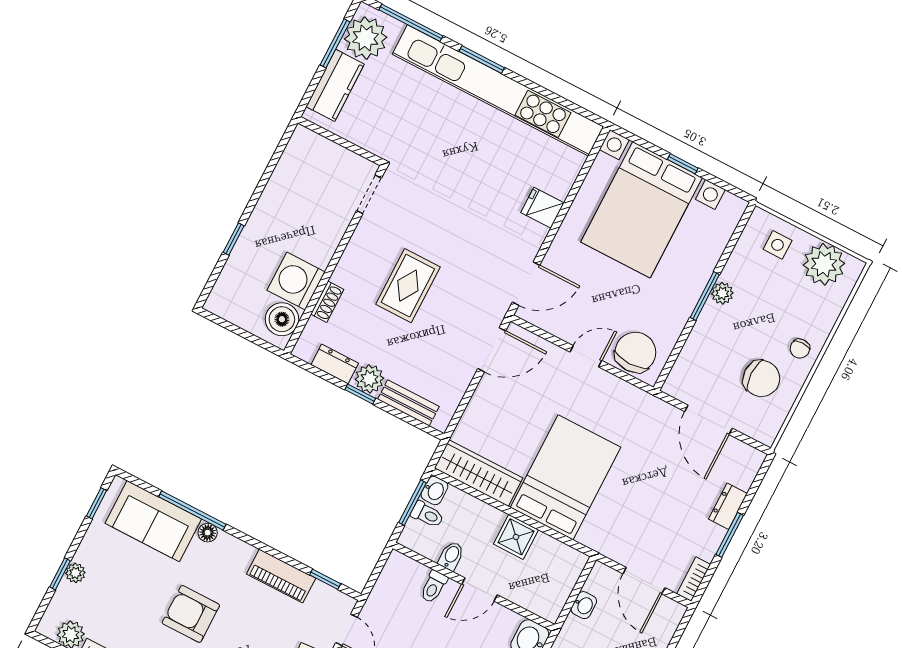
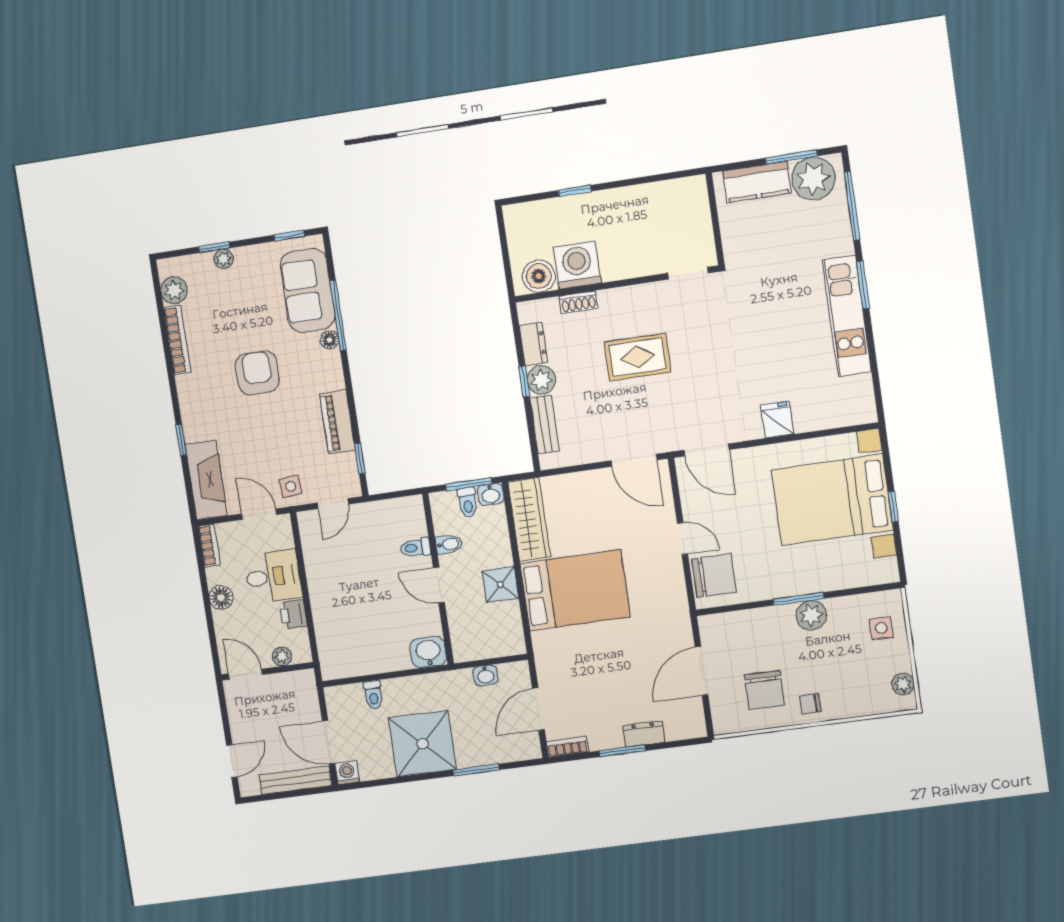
kitchen unit: (498, 90) -> (847, 316), width x0.54
plant: (824, 264) -> (903, 684), width x0.53, depth x0.53
plant: (722, 293) -> (811, 615), width x1.38, depth x1.38

